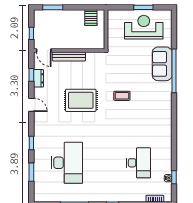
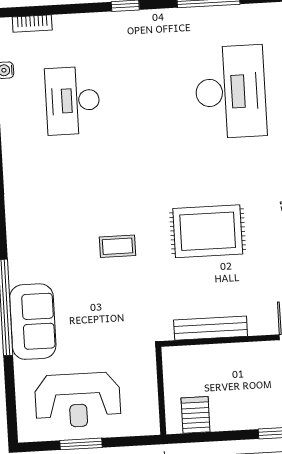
bench: (69, 56) -> (211, 328), moved
desk: (67, 163) -> (230, 92), turned 180

